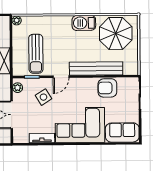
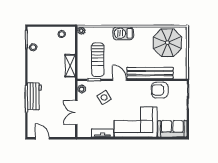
barbecue: (84, 23) -> (123, 33), moved
door: (61, 77) -> (120, 80), swing flipped

